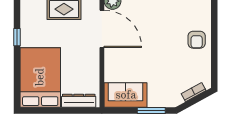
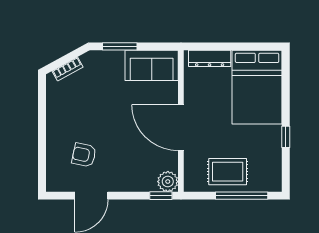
door: (102, 29) -> (181, 128), moved
armchair: (197, 40) -> (84, 155), moved, turned -78

